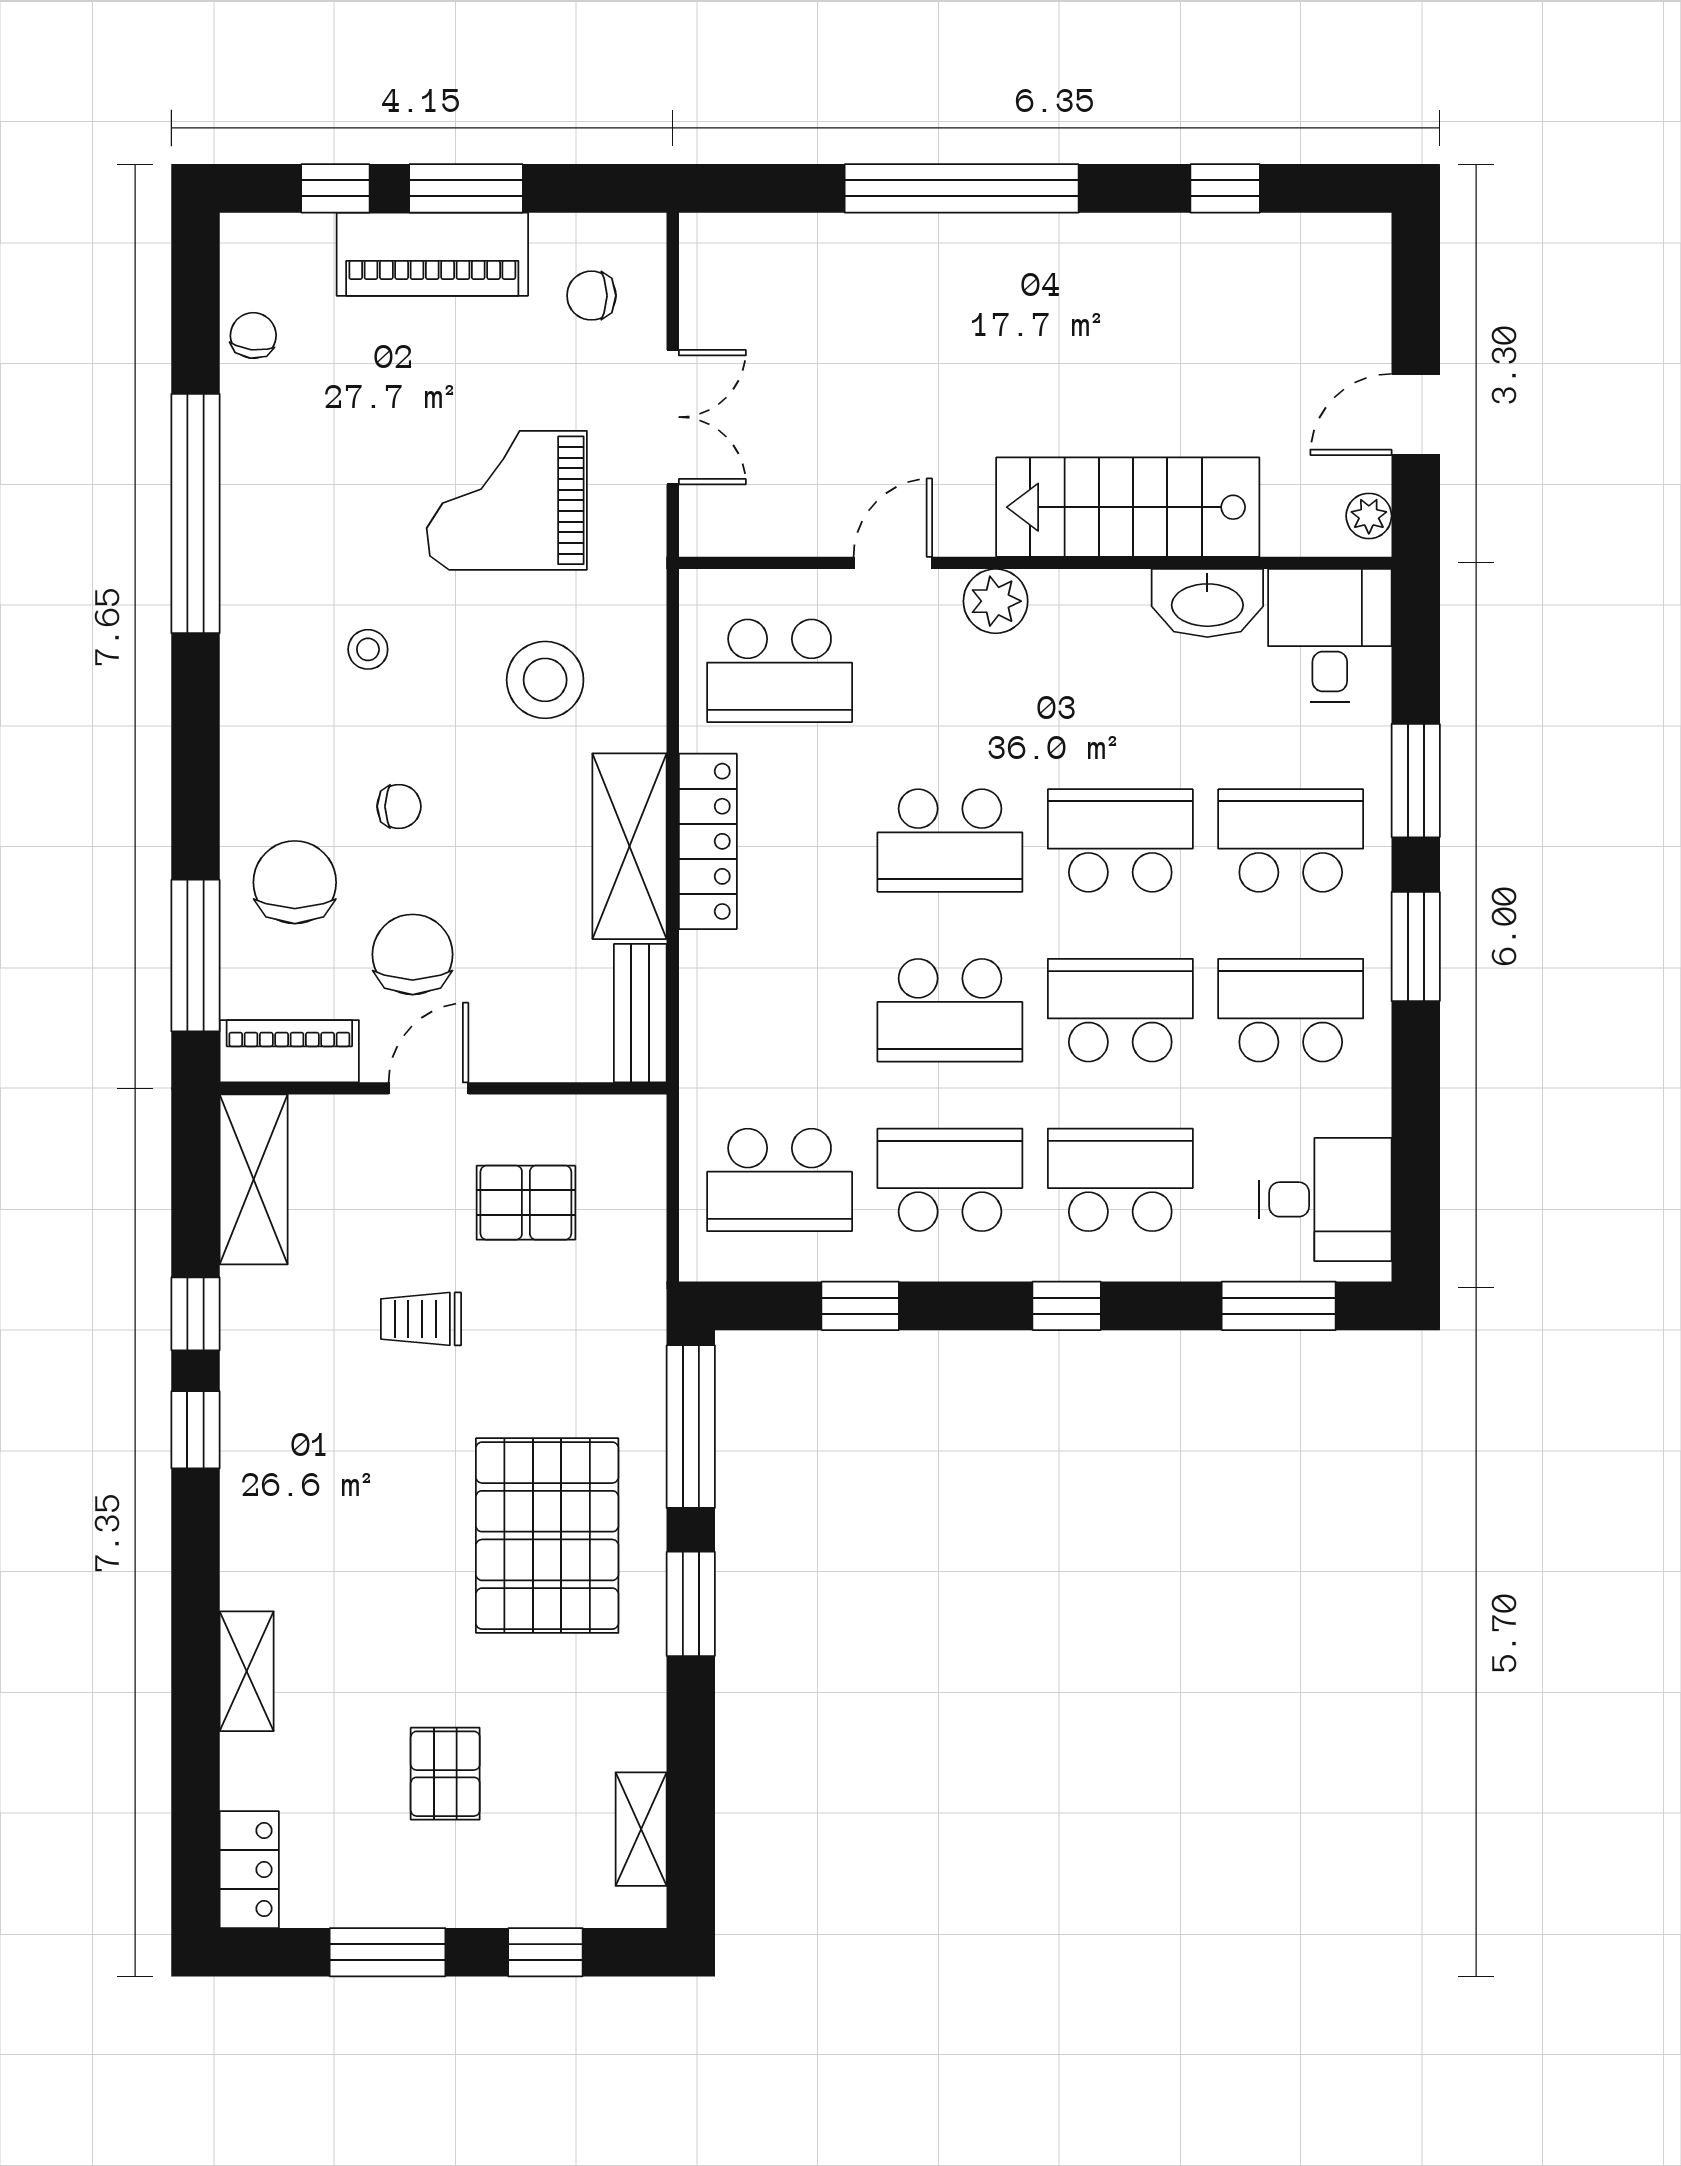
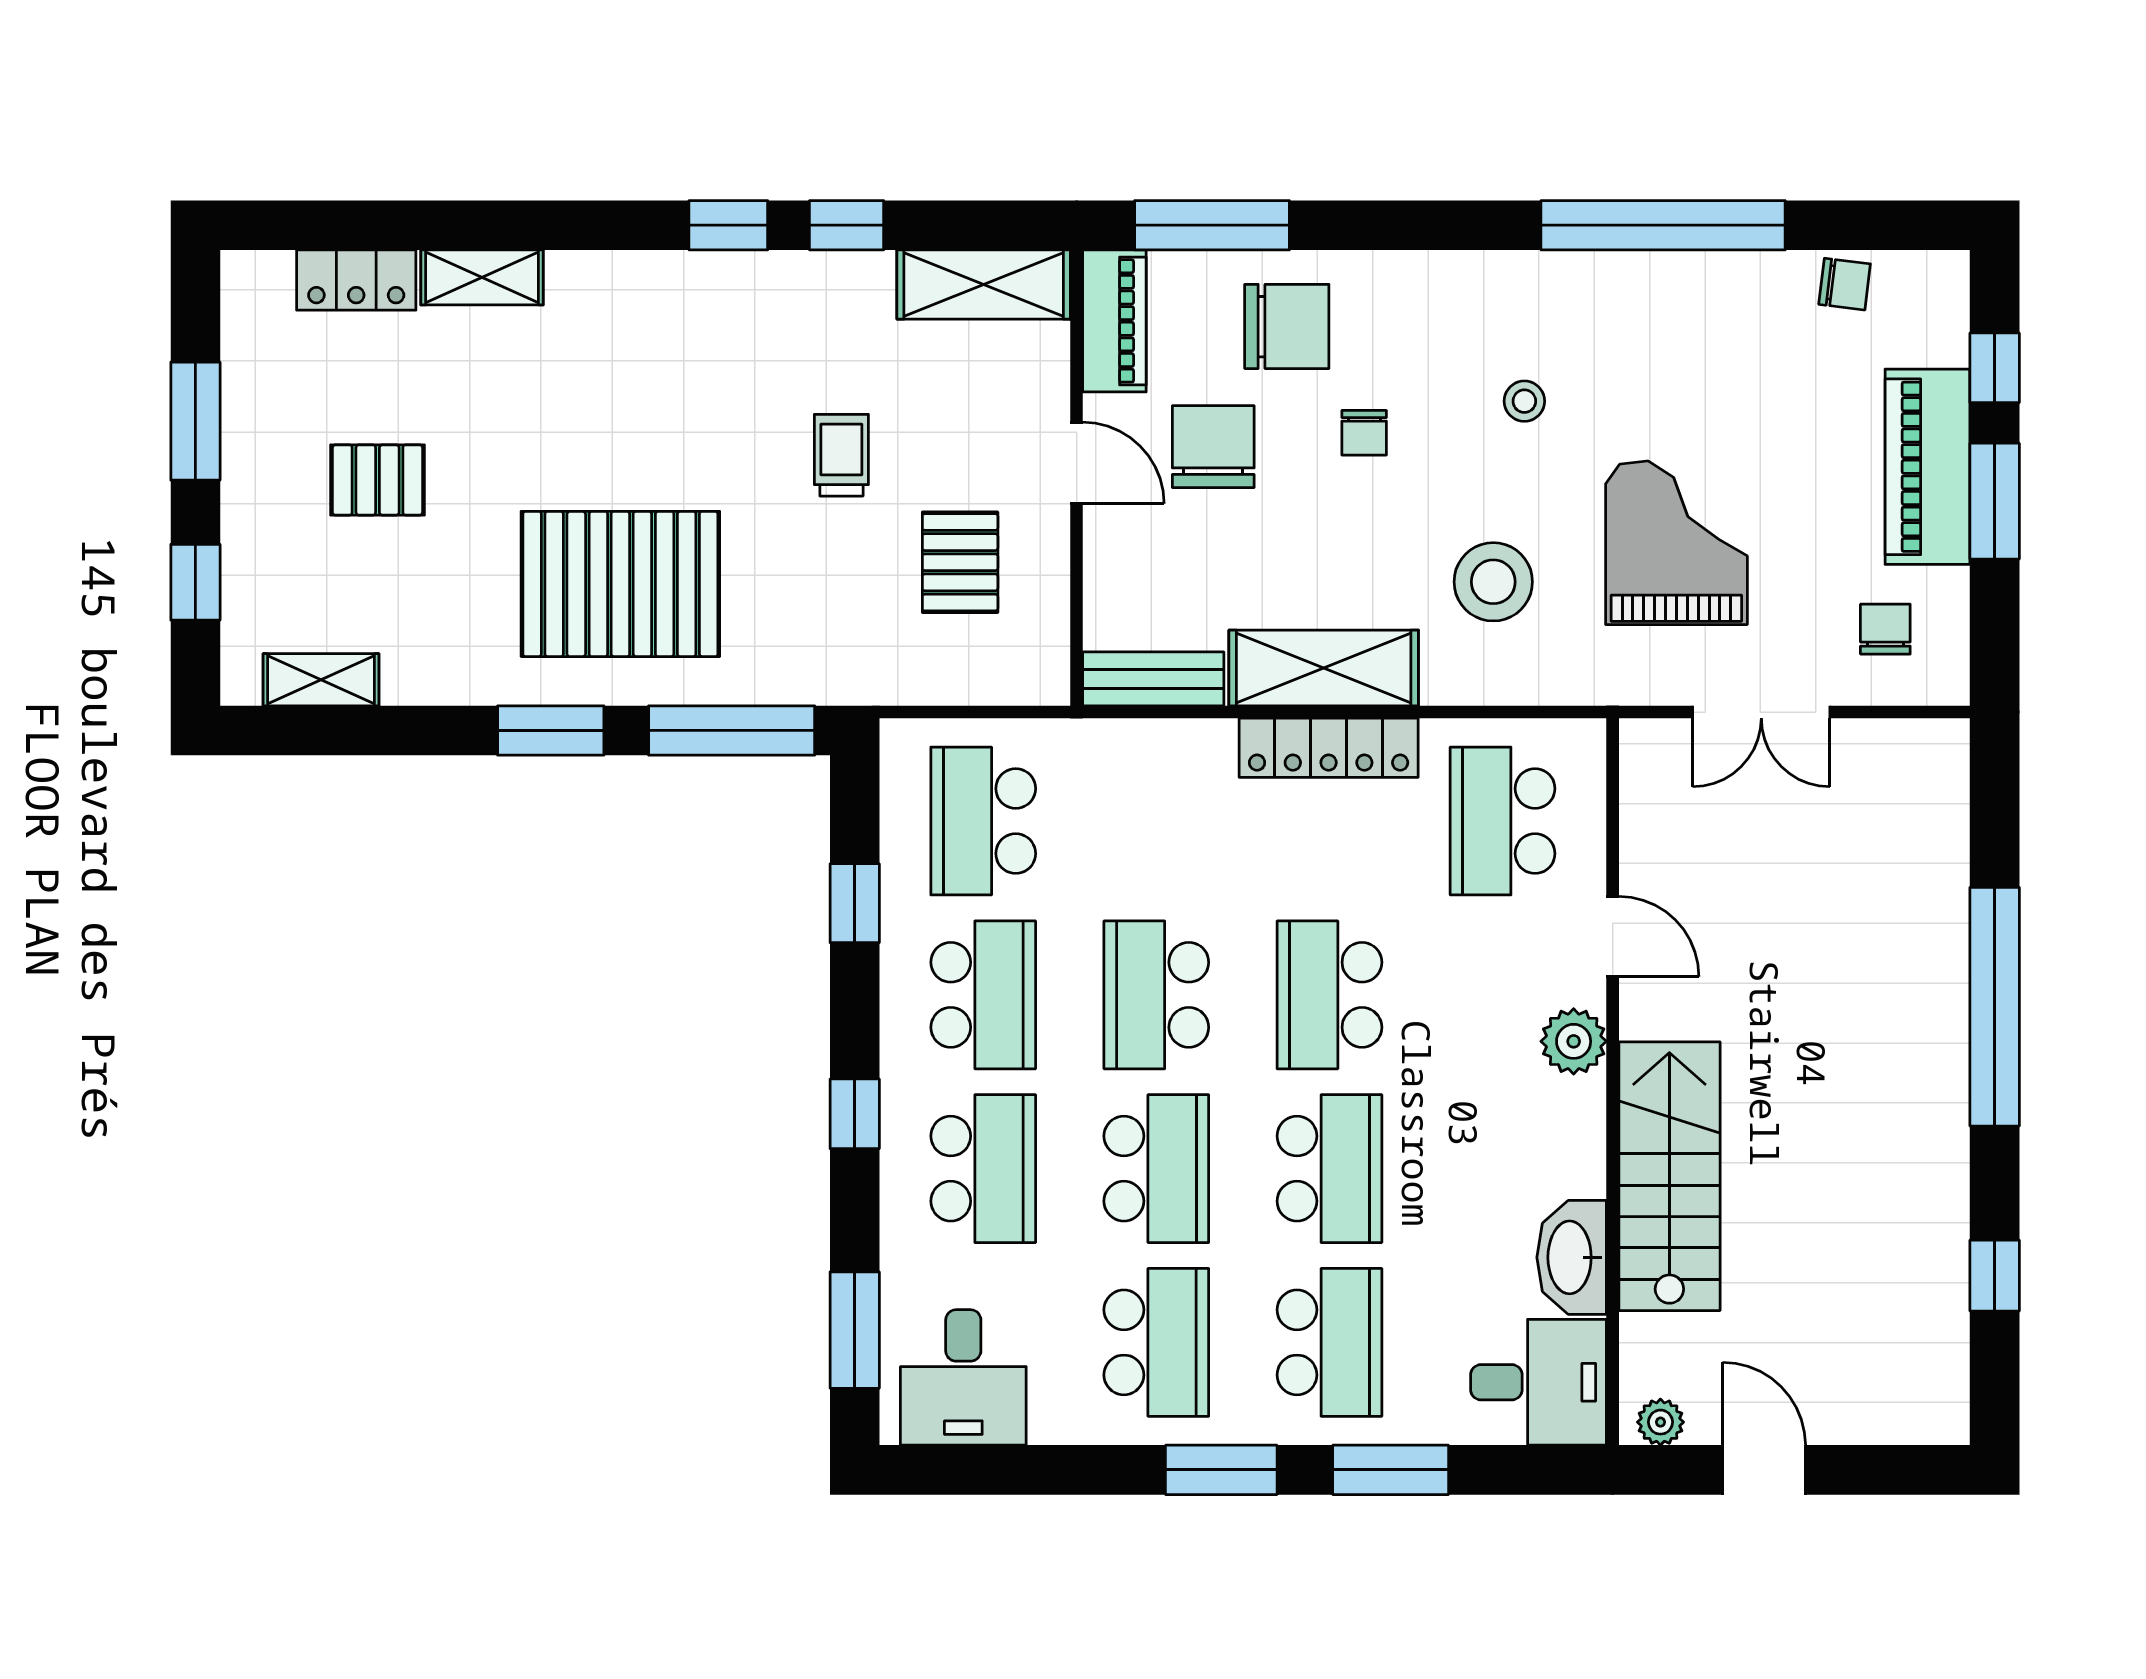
chair: (413, 954) -> (1213, 447), turned -90
locker: (249, 1870) -> (356, 280), moved

